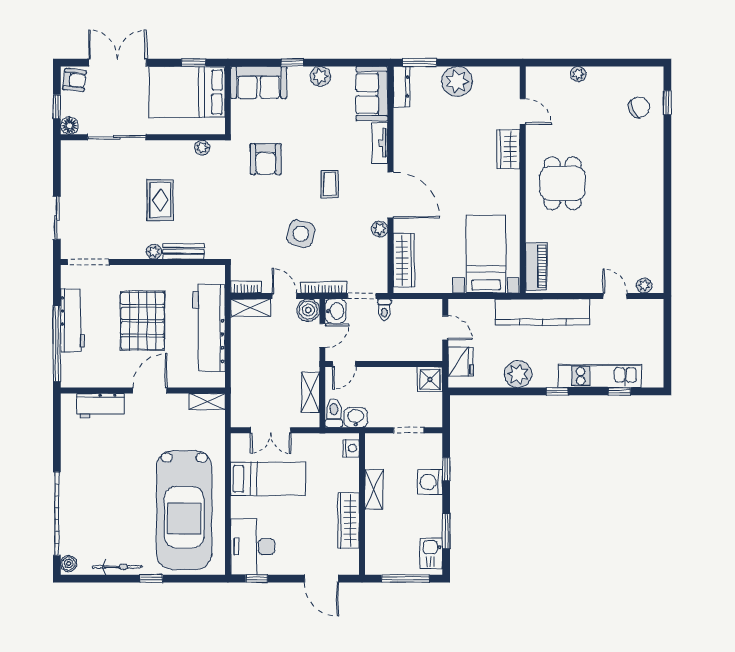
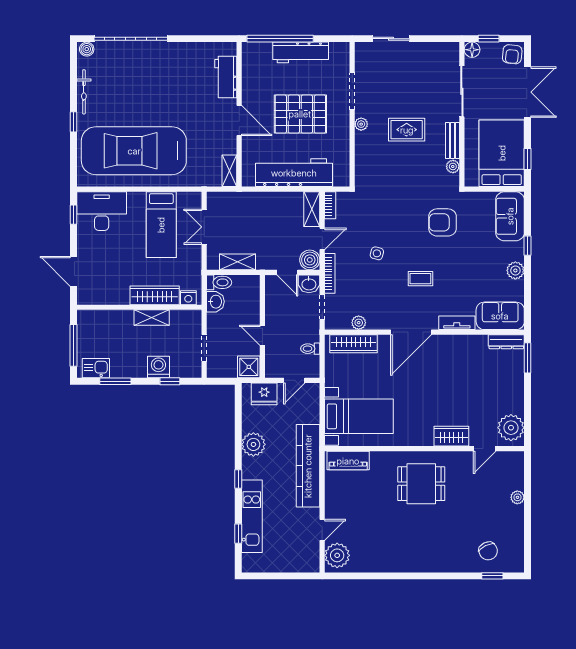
plant: (457, 81) -> (511, 428), moved
plant: (380, 229) -> (359, 323), moved
side table: (301, 234) -> (377, 253), width x0.54, depth x0.54
bench: (183, 251) -> (452, 141), moved
doorway: (88, 262) -> (352, 91), moved
plant: (644, 286) -> (337, 555), width x1.87, depth x1.87
toilet: (384, 310) -> (310, 349), moved
door: (344, 364) -> (262, 335), moved
wardrobe: (348, 520) -> (155, 295), moved
door: (321, 579) -> (74, 271), hinge flipped

